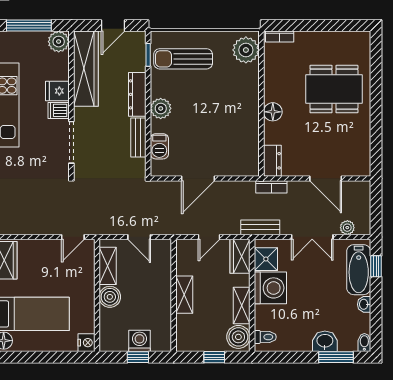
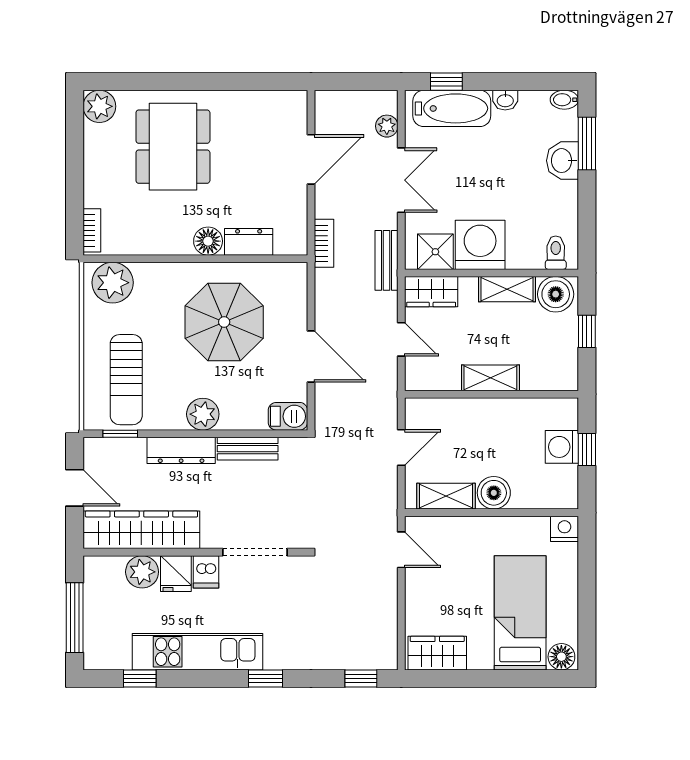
plant: (360, 41) -> (99, 106), added
plant: (59, 42) -> (142, 572), moved
parasol: (220, 122) -> (224, 322), added
barbecue: (159, 146) -> (288, 416), moved
dresser: (272, 161) -> (249, 242), moved

